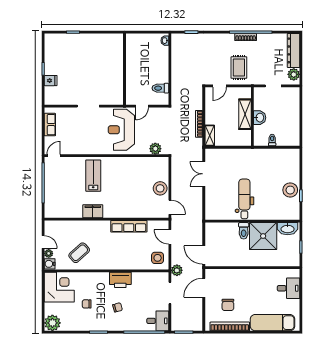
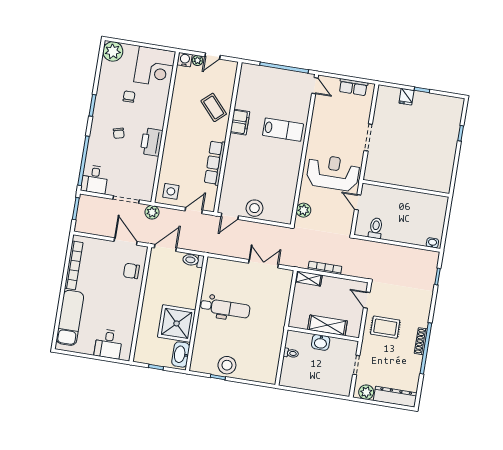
toilet: (244, 231) -> (193, 260), moved
coffee table: (79, 253) -> (214, 107), moved
chair: (228, 305) -> (131, 271), moved

